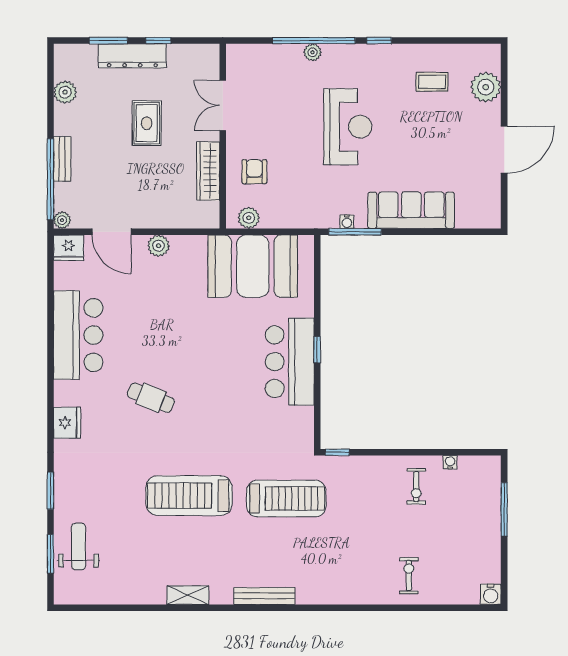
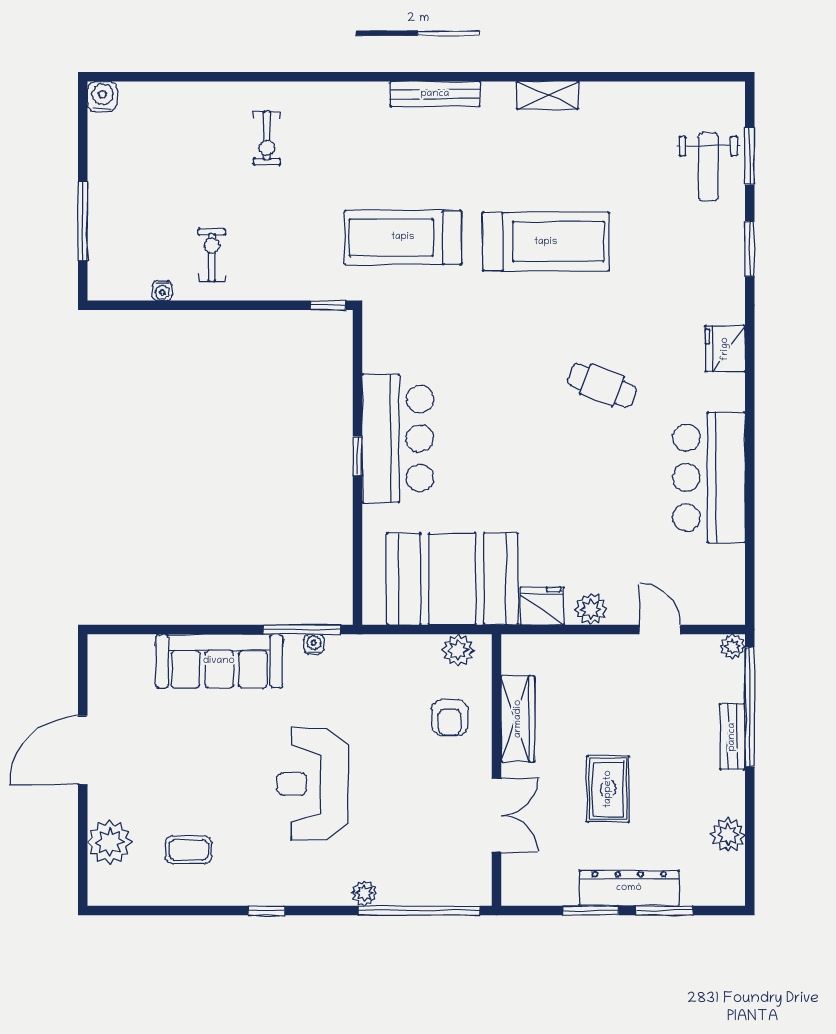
window: (158, 41) -> (591, 911), width x1.50
window: (314, 41) -> (419, 911), moved
door: (112, 232) -> (660, 630), width x0.73
fridge: (68, 248) -> (542, 606), moved
exercise bike: (409, 576) -> (267, 138), moved

